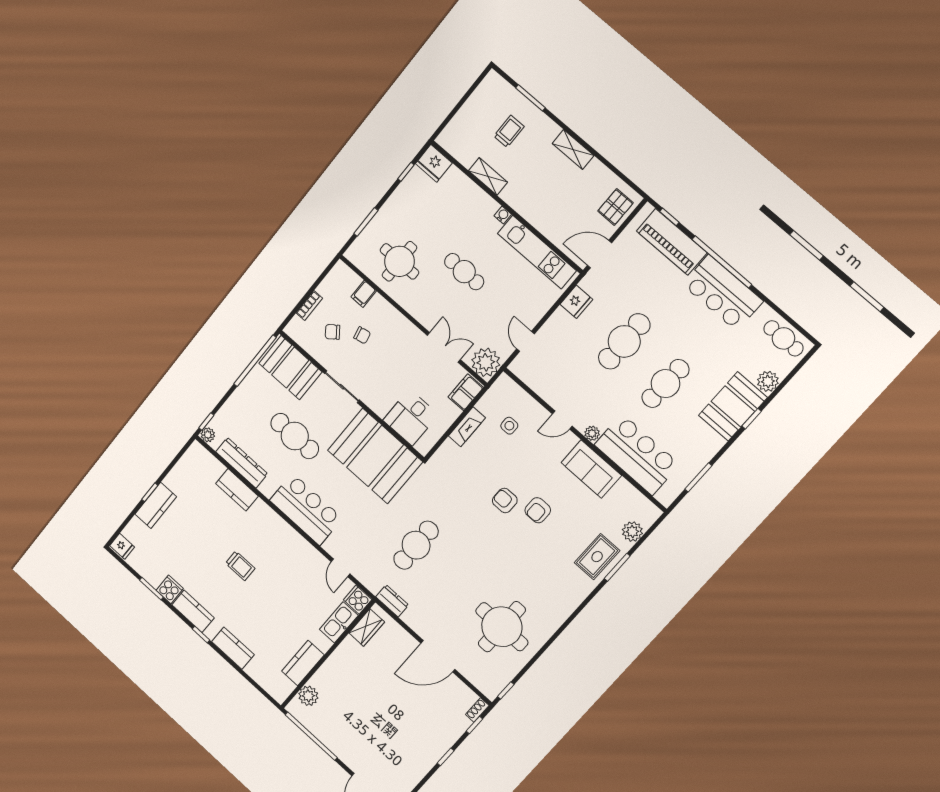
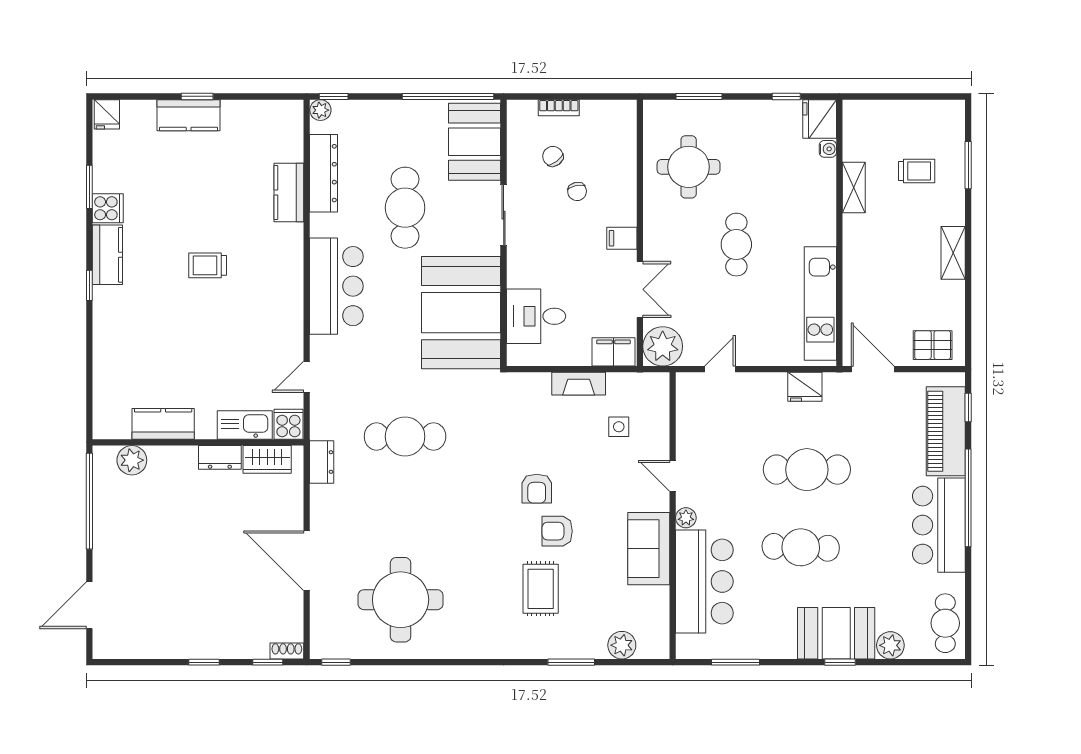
water cooler: (503, 215) -> (828, 149), moved
filing cabinet: (364, 294) -> (622, 238), moved
armchair: (505, 501) -> (537, 489), turned 180
rug: (597, 557) -> (541, 589), moved, turned 90
trolley: (240, 566) -> (208, 265), turned 90
kitchen counter: (233, 648) -> (107, 333), removed
dresser: (345, 650) -> (220, 457), added

